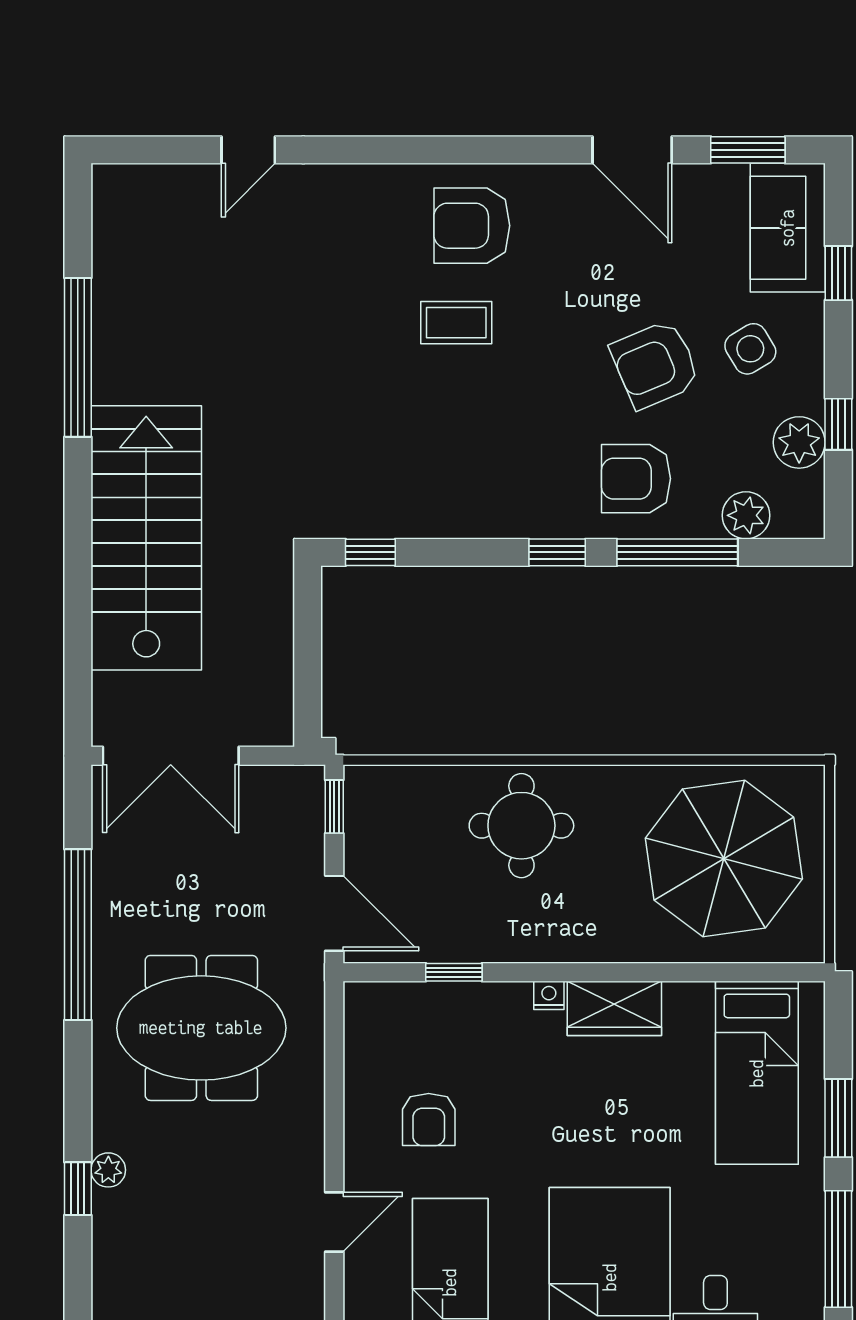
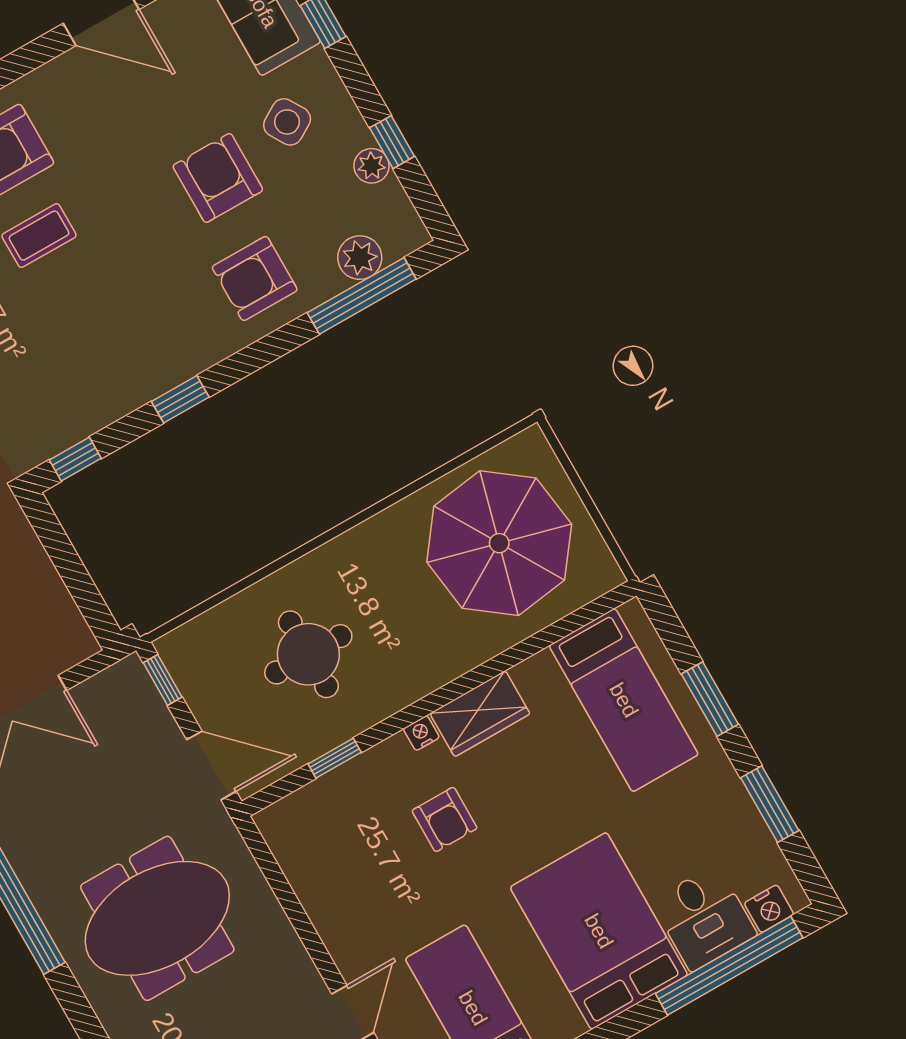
armchair: (655, 364) -> (218, 178), turned 113
plant: (799, 442) -> (372, 166), width x0.73, depth x0.73
window: (557, 552) -> (180, 399), moved
window: (677, 552) -> (362, 296), moved
round table: (521, 826) -> (308, 654), moved
armchair: (429, 1120) -> (445, 819), moved
window: (838, 1249) -> (770, 804), width x0.69

